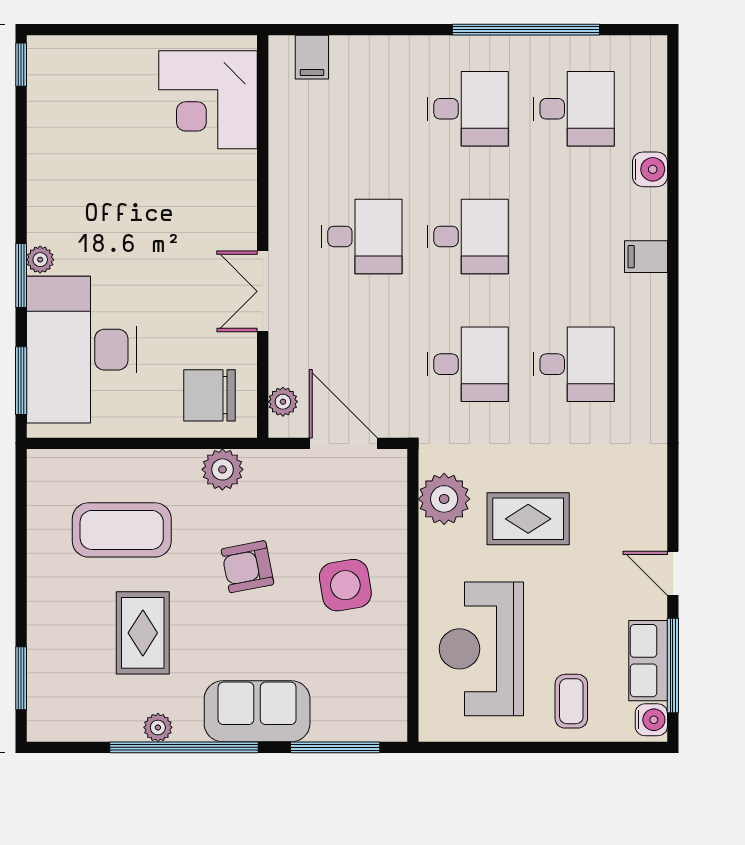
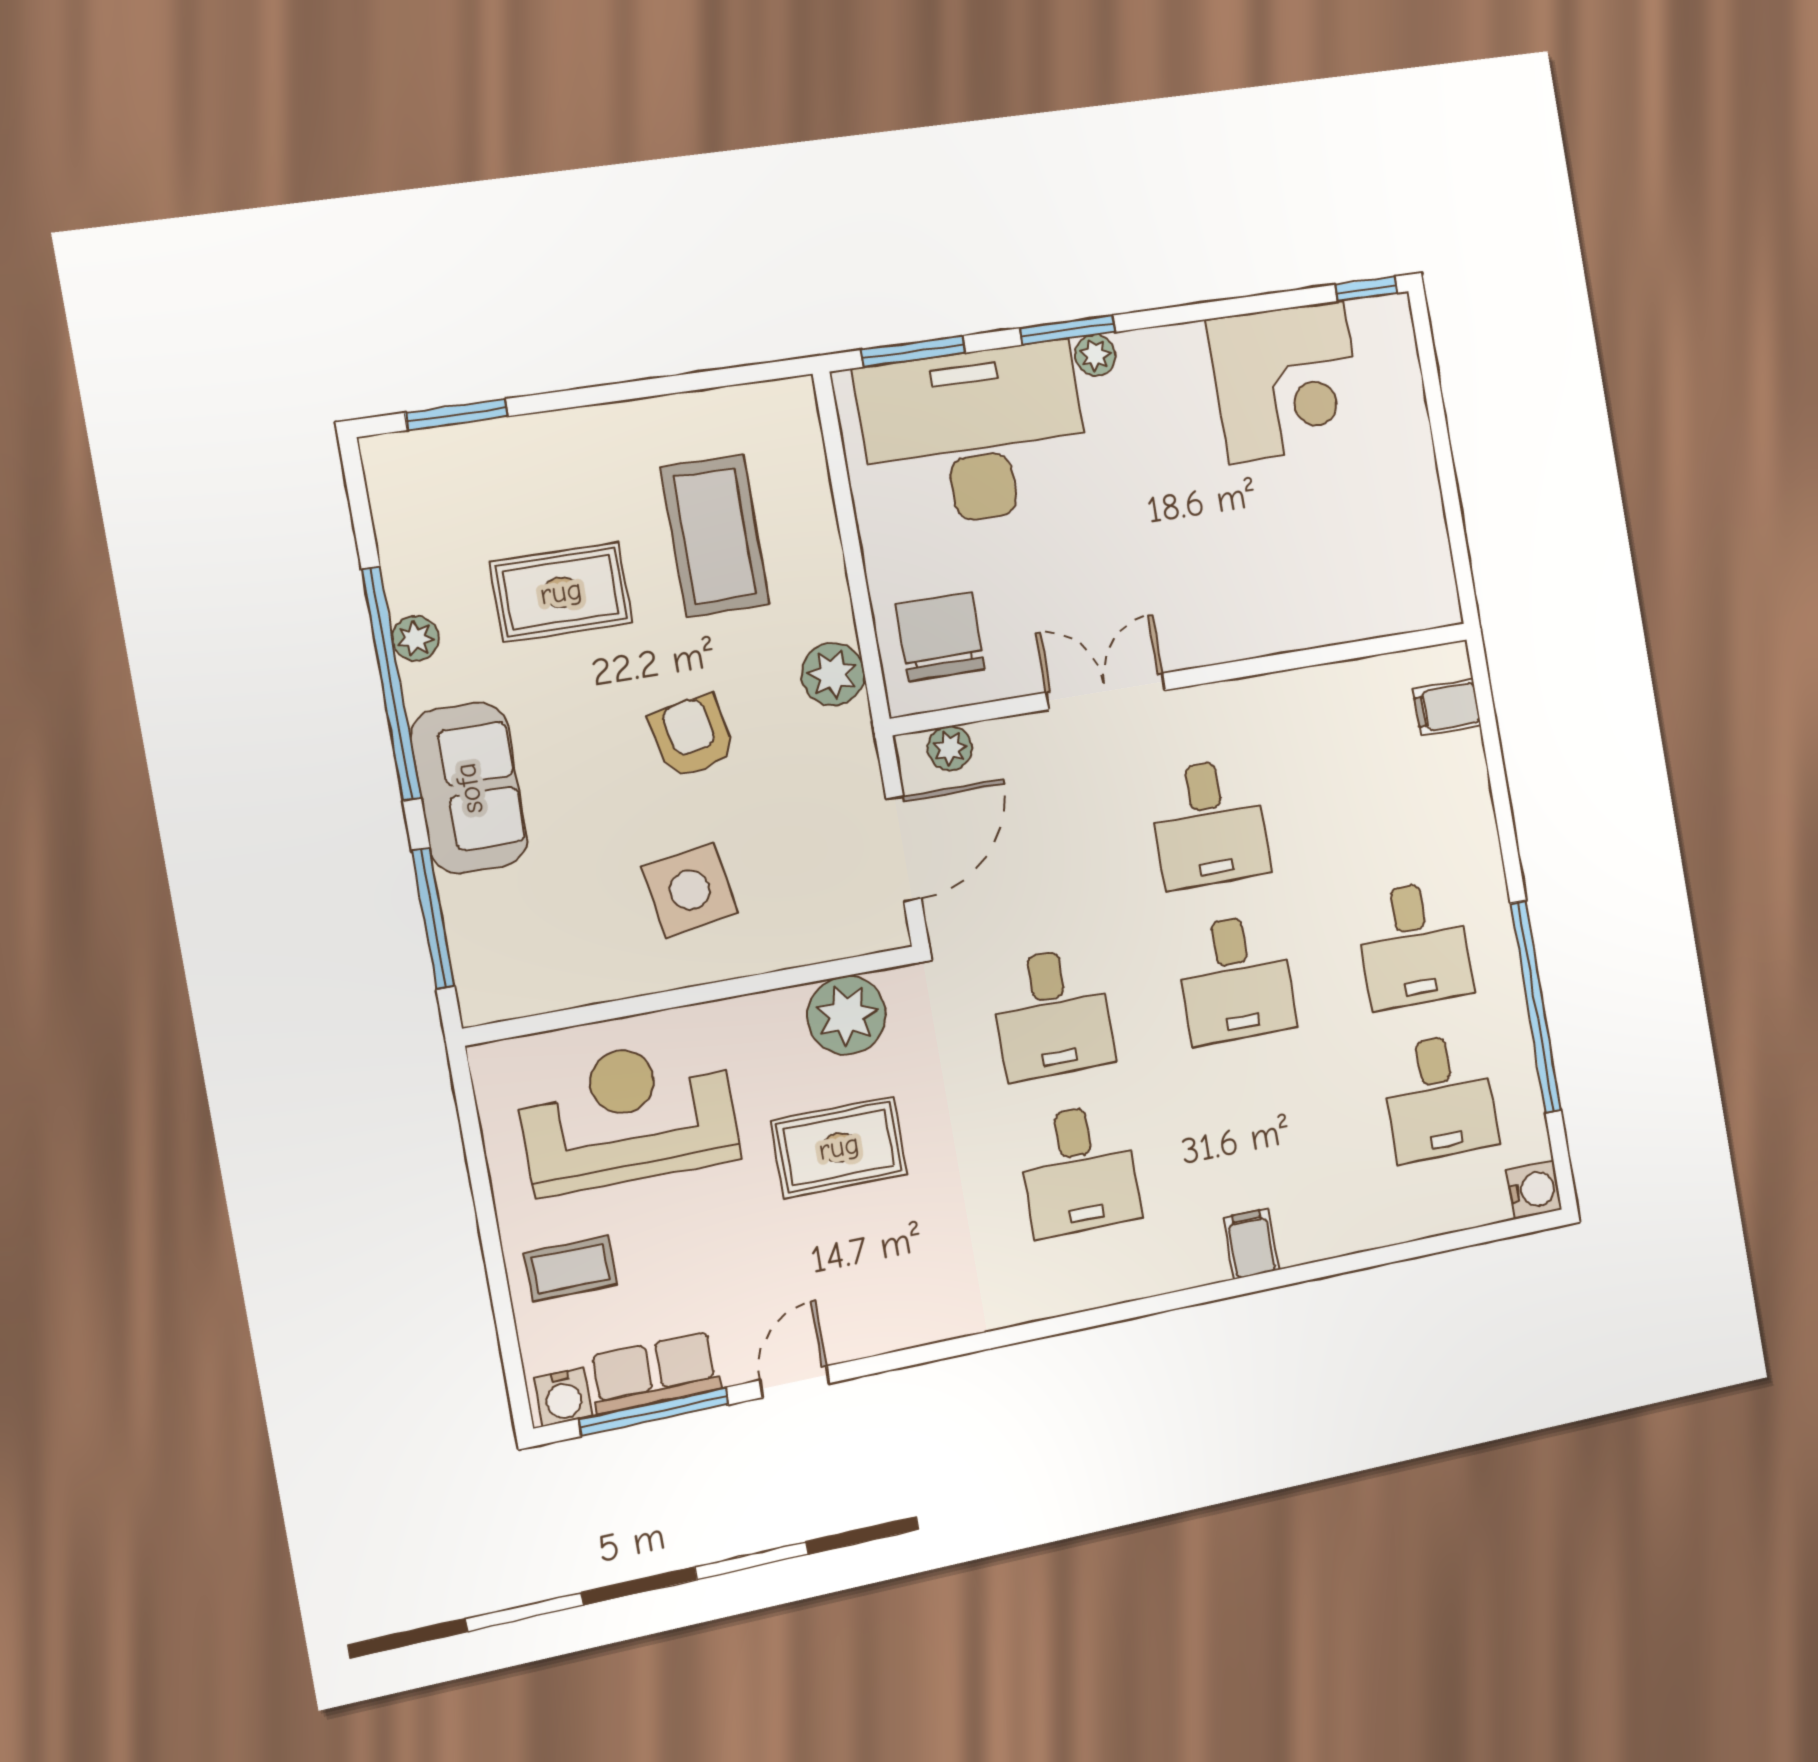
corner desk: (208, 100) -> (1286, 381), moved, turned 180
water cooler: (650, 169) -> (1534, 1190), moved, turned -90
rug: (528, 519) -> (839, 1147), turned 90

